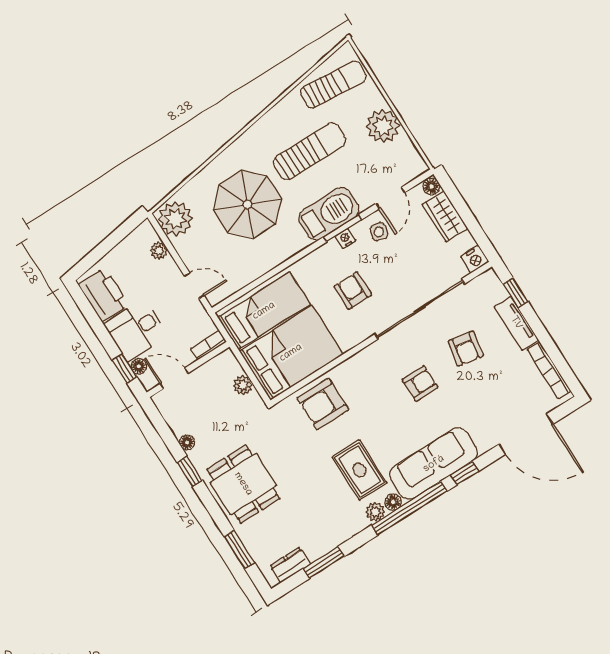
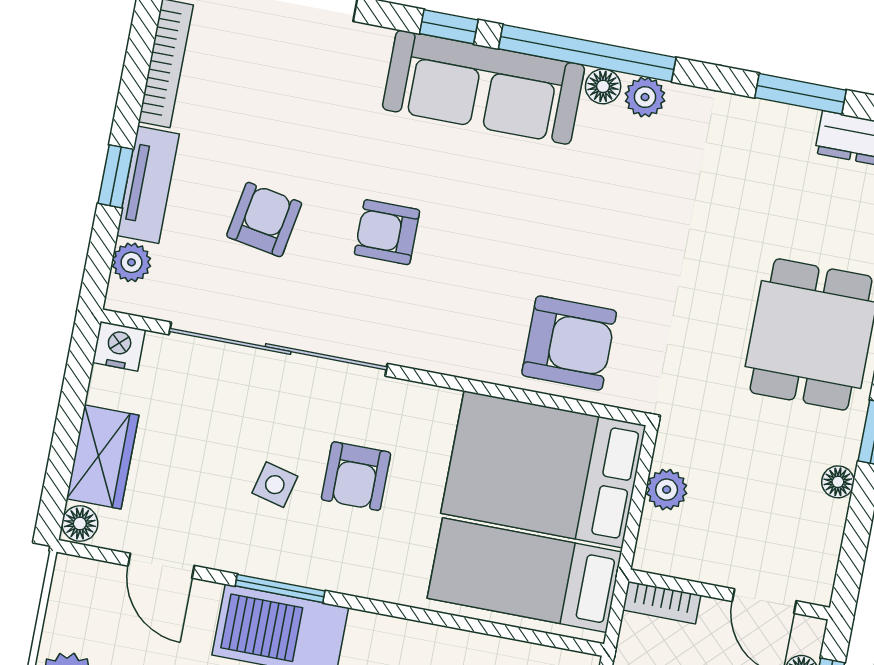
door: (390, 198) -> (161, 566), swing flipped
side table: (379, 232) -> (275, 485), moved
nightstand: (345, 238) -> (291, 568), removed
plant: (497, 292) -> (131, 262), added
window: (515, 293) -> (115, 176), moved
rug: (359, 470) -> (609, 186), removed

